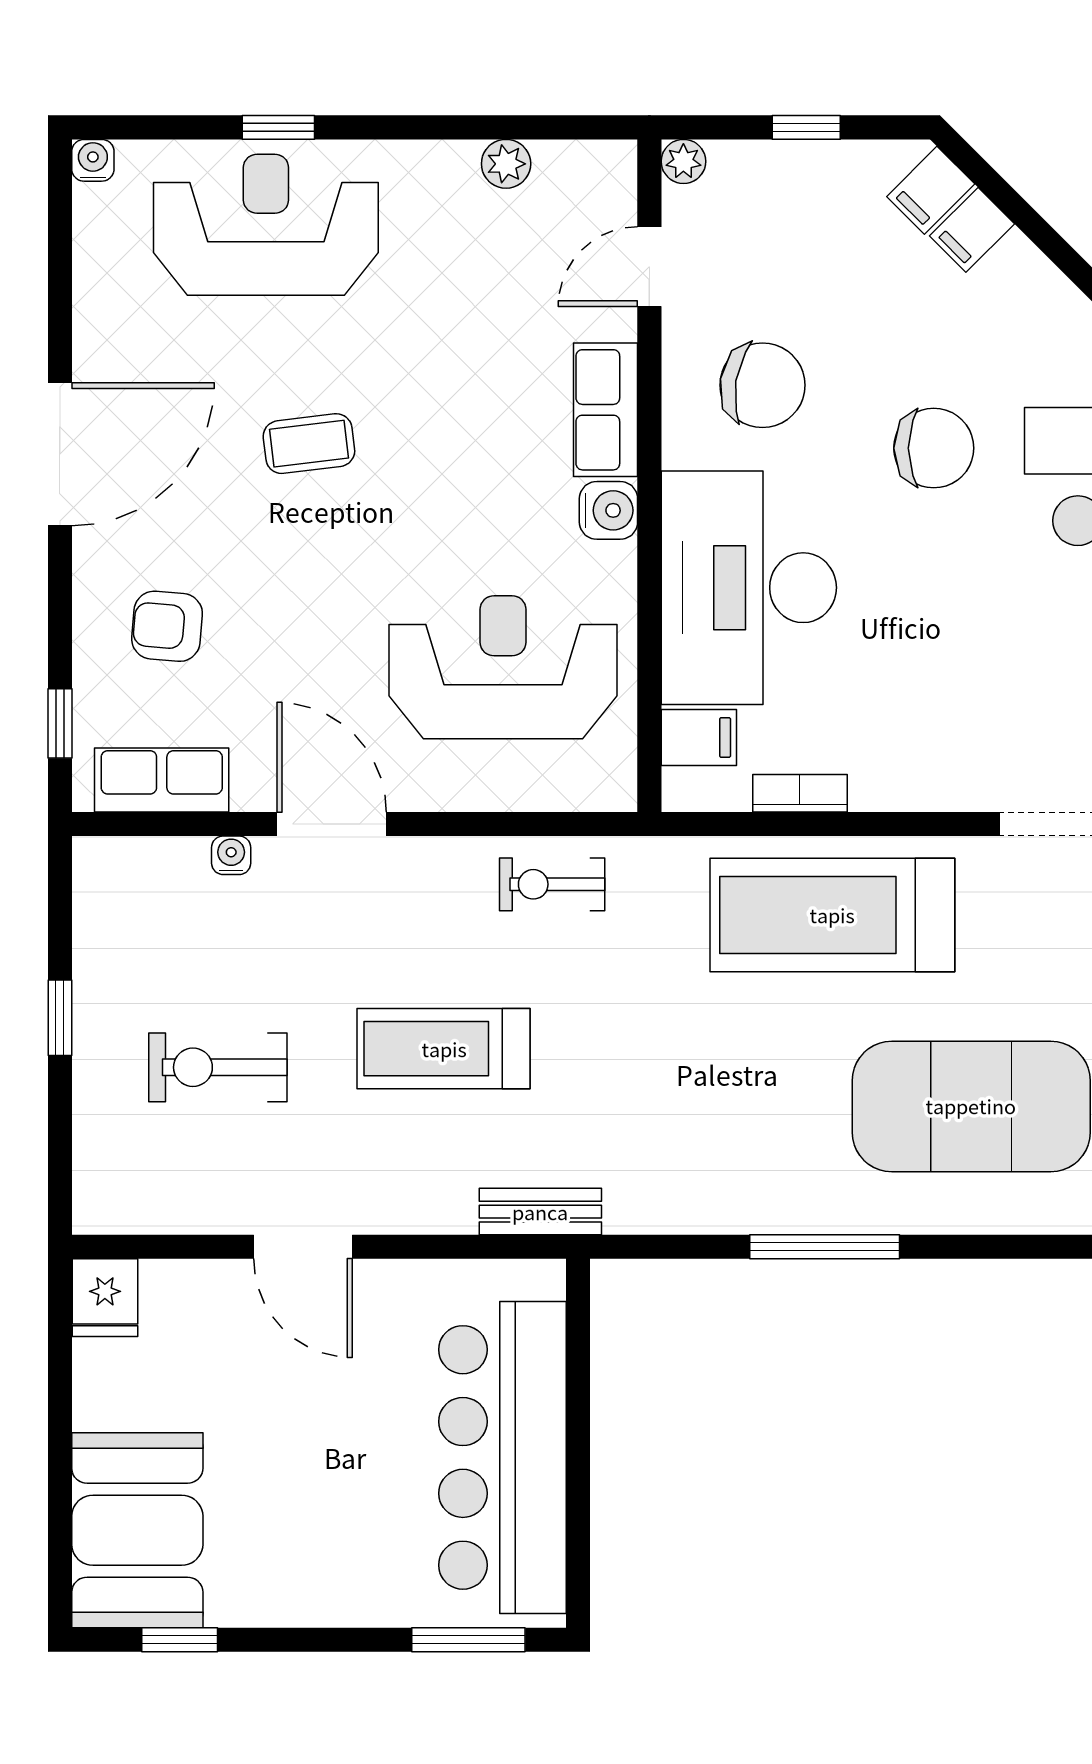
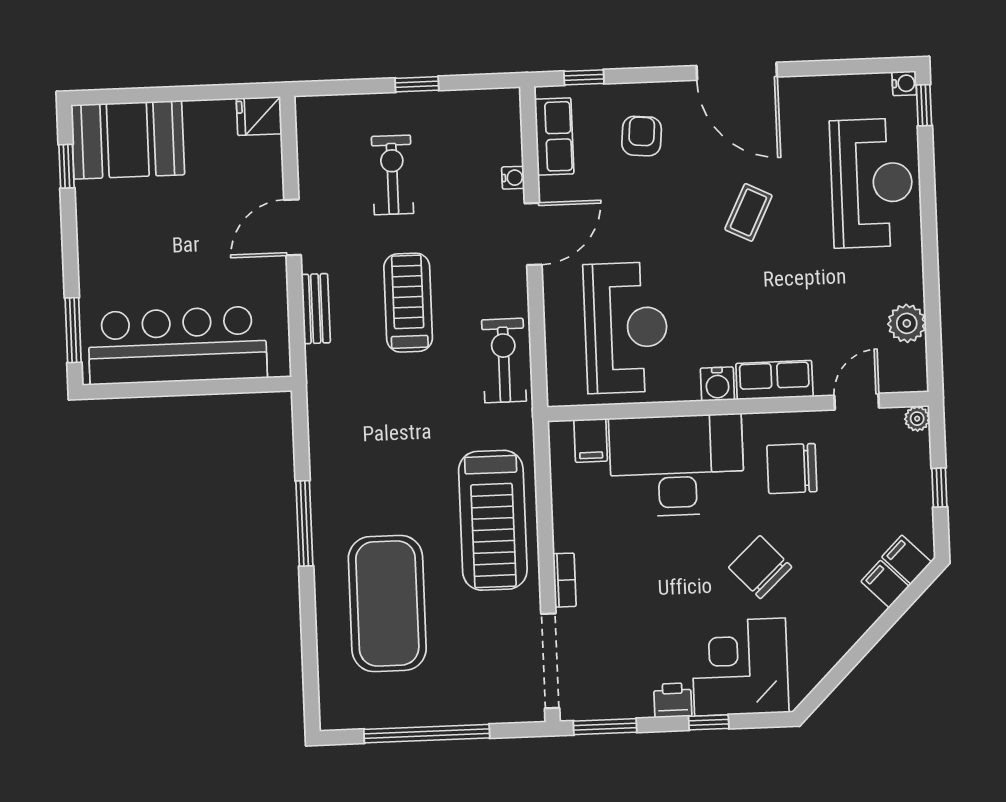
window: (278, 127) -> (924, 105), moved
plant: (506, 164) -> (907, 323), width x1.38, depth x1.38
door: (649, 267) -> (857, 402), hinge flipped
chair: (762, 385) -> (792, 469), turned 81
coffee table: (309, 444) -> (748, 212), turned 33
chair: (934, 448) -> (760, 567), turned 137
bookcase: (800, 793) -> (564, 580), moved
exercise bike: (552, 884) -> (504, 360), width x1.38, depth x1.39
treadmill: (832, 915) -> (493, 520), turned 180
bench: (540, 1212) -> (316, 309), moved

